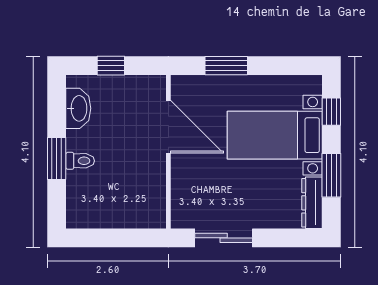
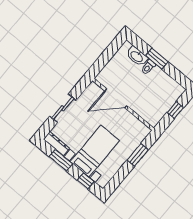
washbasin: (78, 108) -> (137, 56), moved
door: (168, 127) -> (116, 98), moved
sliding door: (224, 238) -> (63, 108), moved

